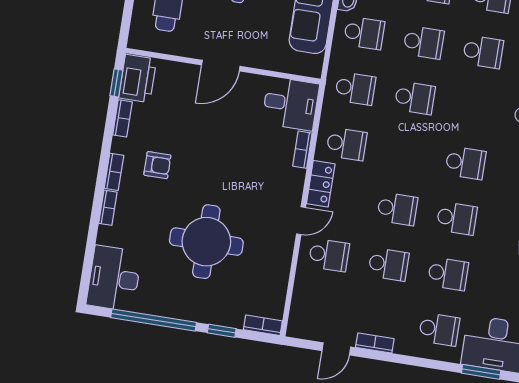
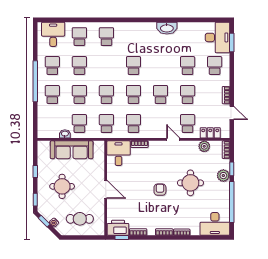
armchair: (157, 165) -> (160, 190), moved
locker: (321, 184) -> (210, 133), moved
school desk: (457, 218) -> (133, 95), moved
round table: (206, 242) -> (190, 183), width x0.73, depth x0.73
plant: (277, 282) -> (204, 146), added
plant: (211, 311) -> (223, 176), added

